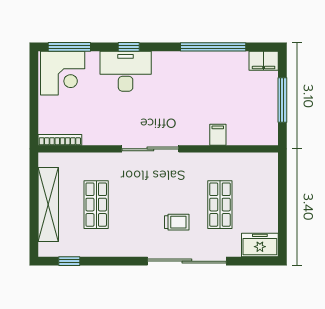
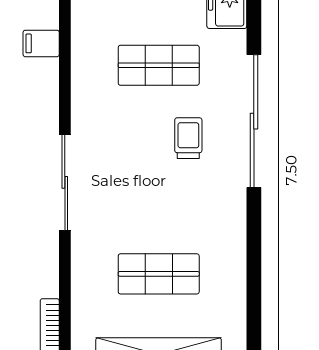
filing cabinet: (218, 135) -> (41, 43), moved
window: (69, 261) -> (254, 319), removed

